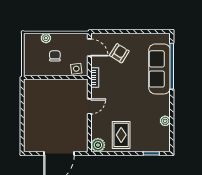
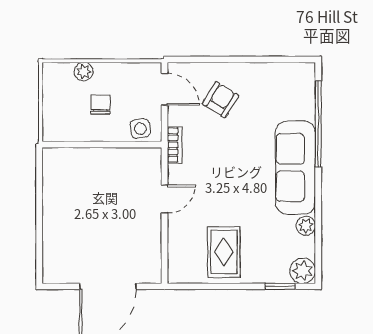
sofa: (160, 69) -> (295, 168), moved
plant: (98, 145) -> (303, 271), moved

